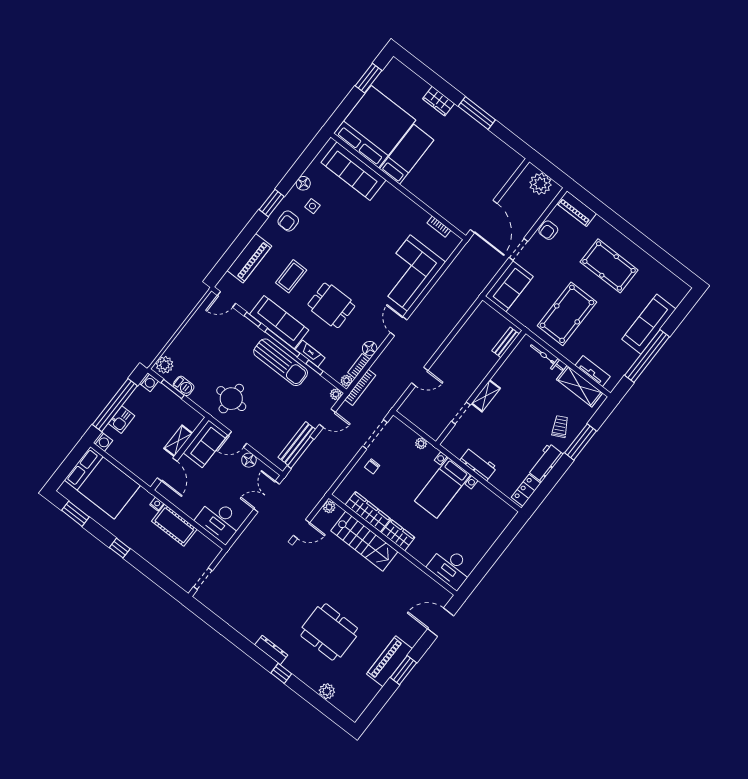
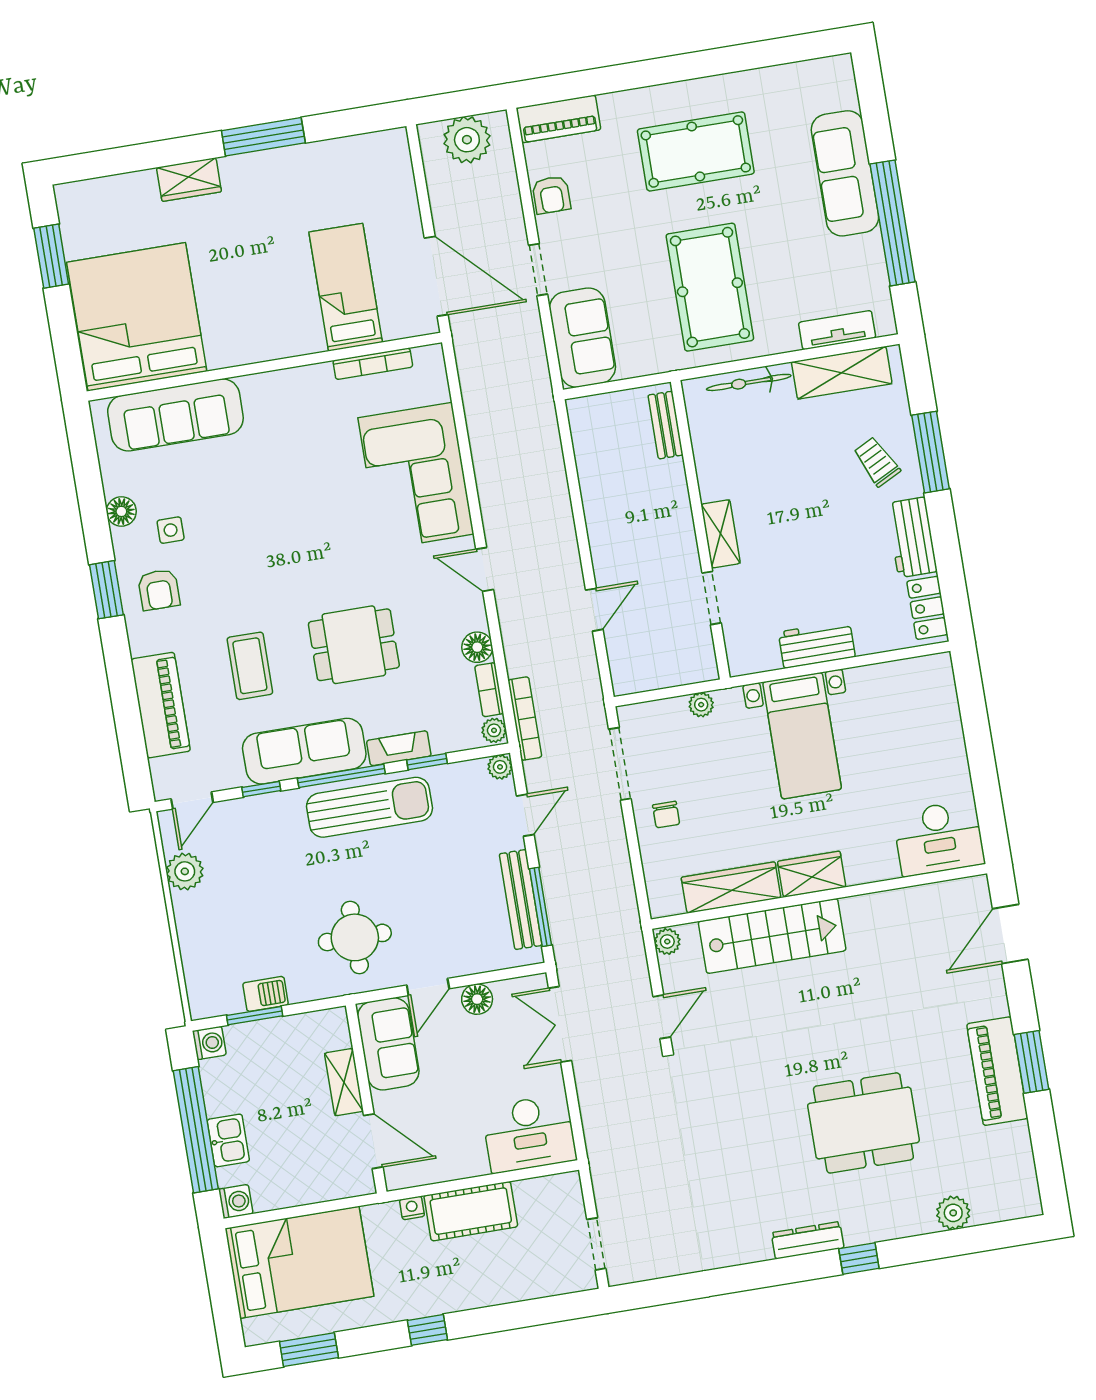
bed: (407, 154) -> (346, 287), moved
bookcase: (439, 227) -> (373, 364), width x1.56
plant: (165, 365) -> (185, 871), moved

